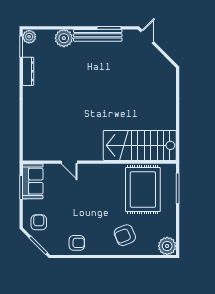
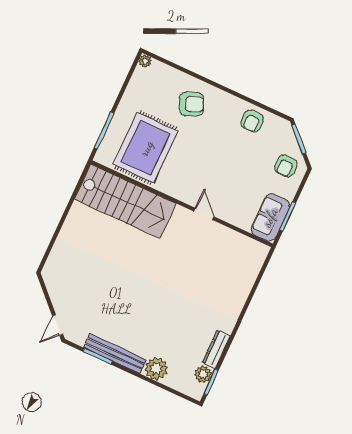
plant: (29, 37) -> (203, 374), moved
door: (69, 162) -> (204, 214), moved
armchair: (77, 243) -> (252, 121), turned -90
plant: (167, 246) -> (145, 61), width x0.53, depth x0.53

